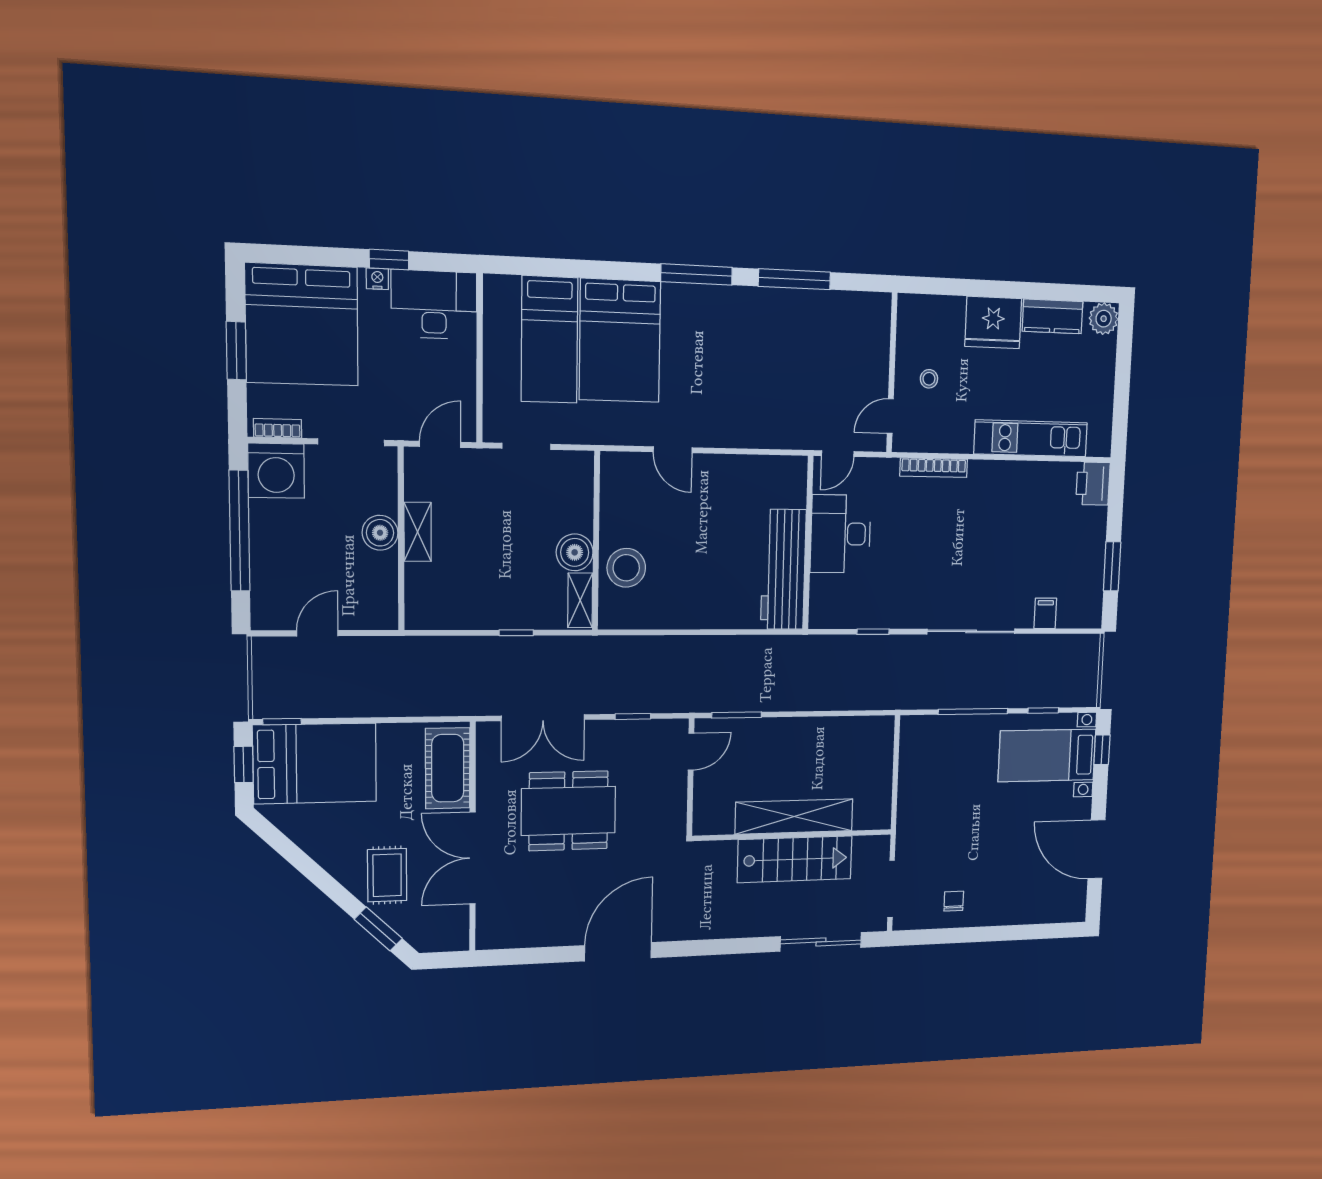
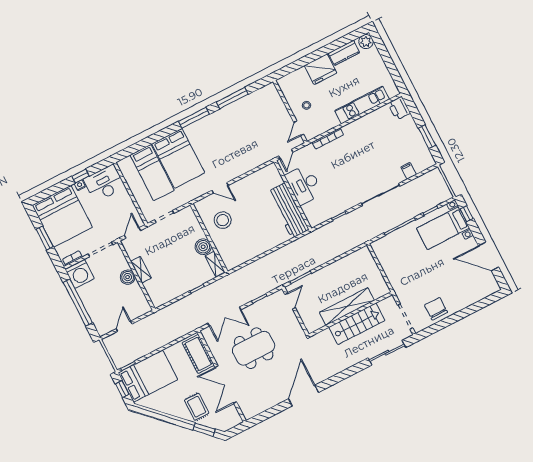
stool: (626, 568) -> (223, 220), moved
chair: (954, 901) -> (436, 309), width x1.87, depth x1.87

